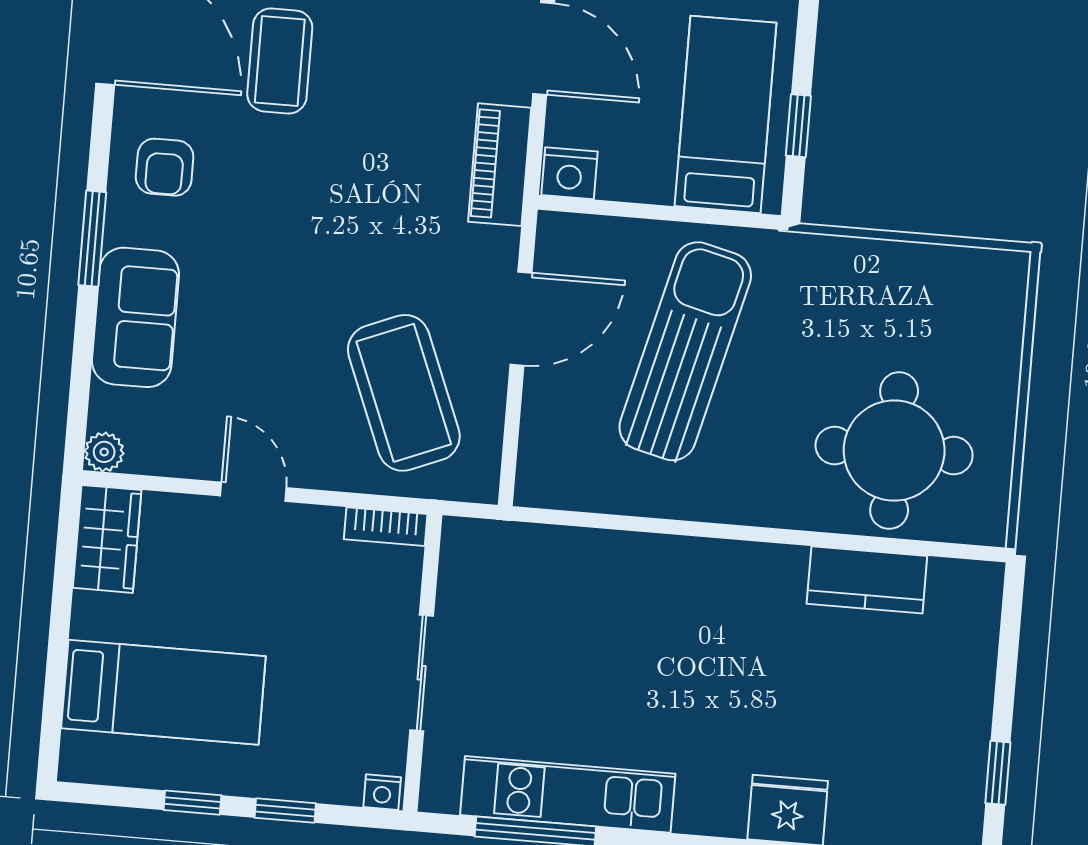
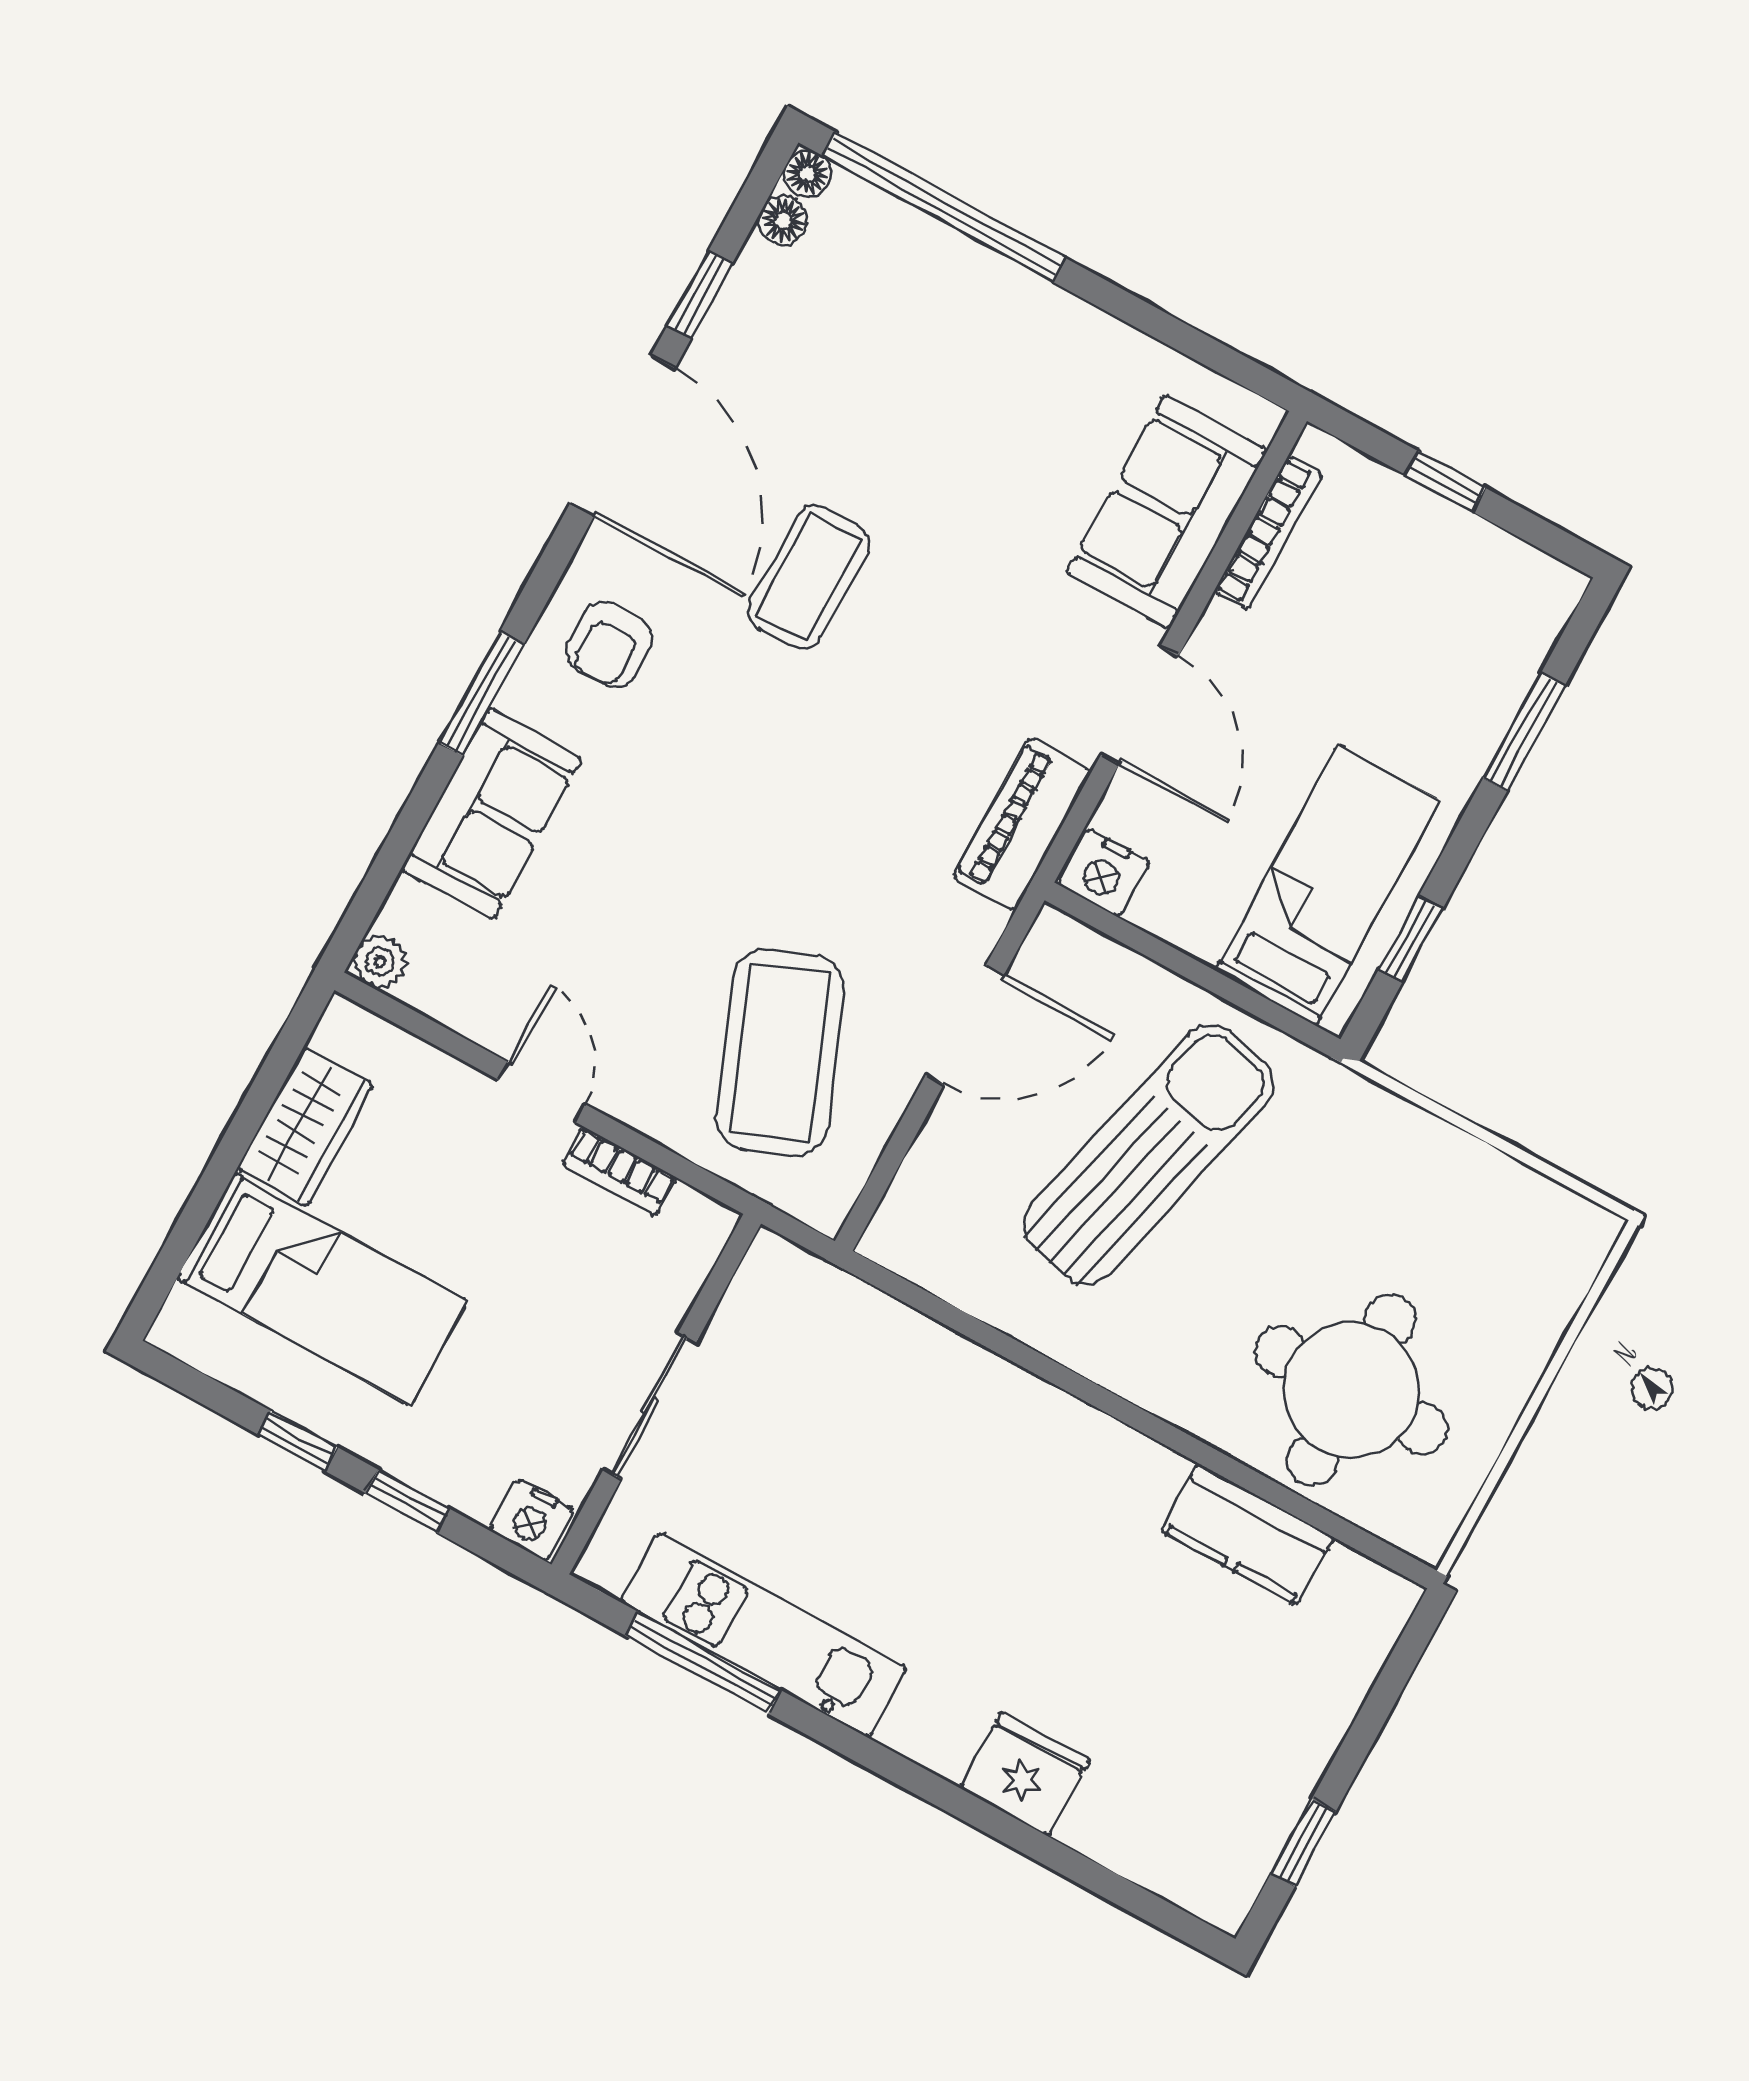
bookcase: (386, 527) -> (620, 1171), moved
wardrobe: (107, 539) -> (305, 1127), moved
nightstand: (382, 792) -> (532, 1520), width x1.39, depth x1.35

